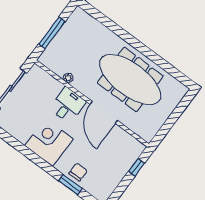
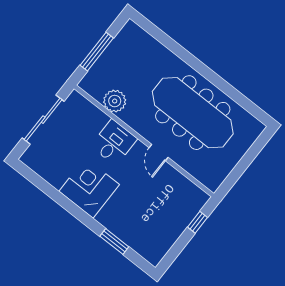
plant: (68, 78) -> (115, 101), width x1.88, depth x1.88
door: (104, 112) -> (159, 153), width x0.53
chair: (78, 172) -> (125, 226), removed

